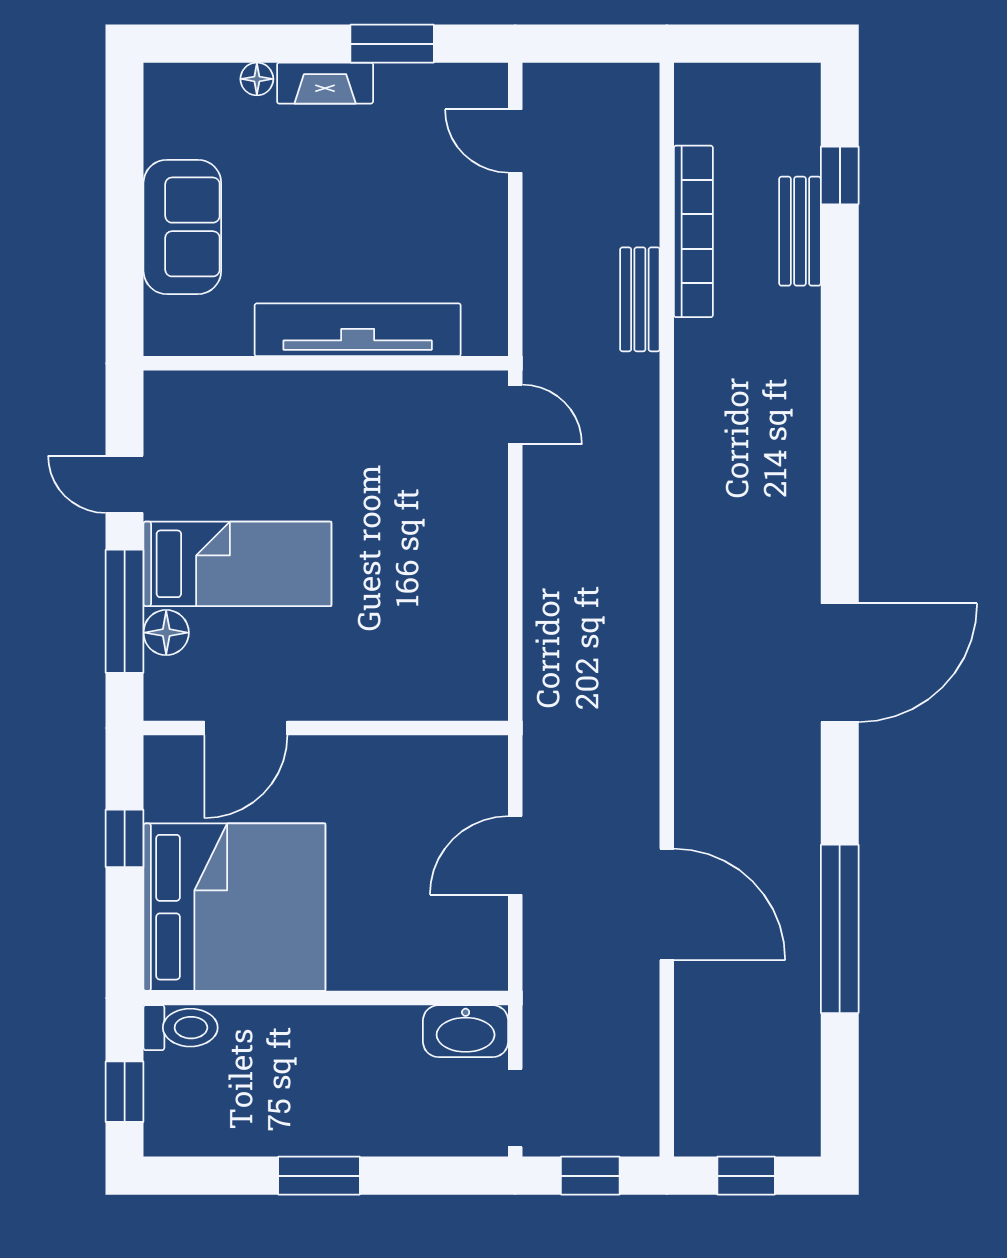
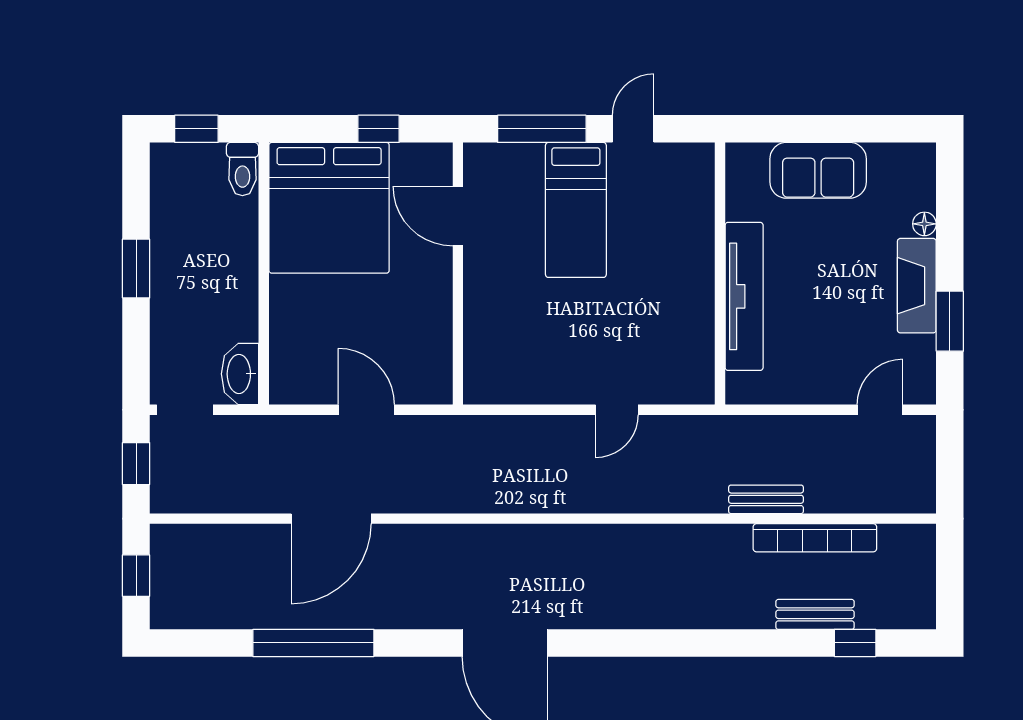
fireplace: (325, 83) -> (917, 286), width x1.37, depth x1.32
door: (515, 414) -> (617, 410), moved
floor lamp: (166, 633) -> (526, 159), removed

